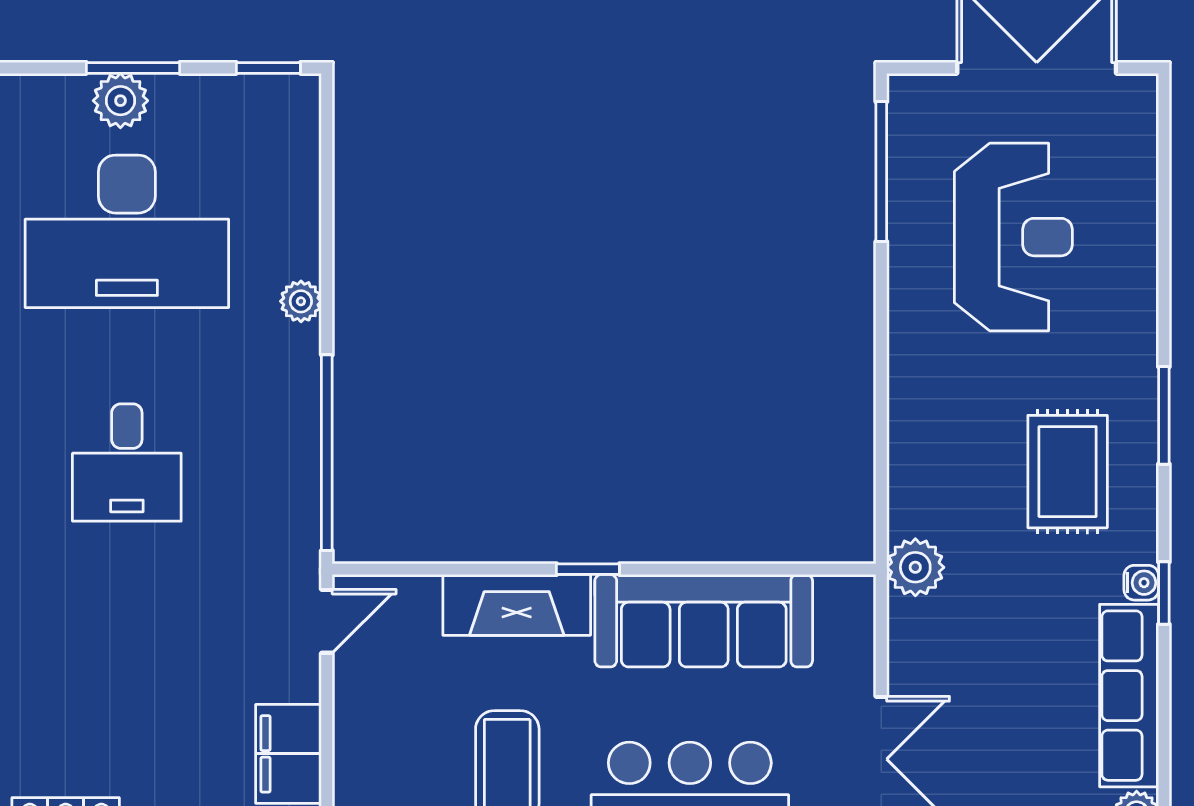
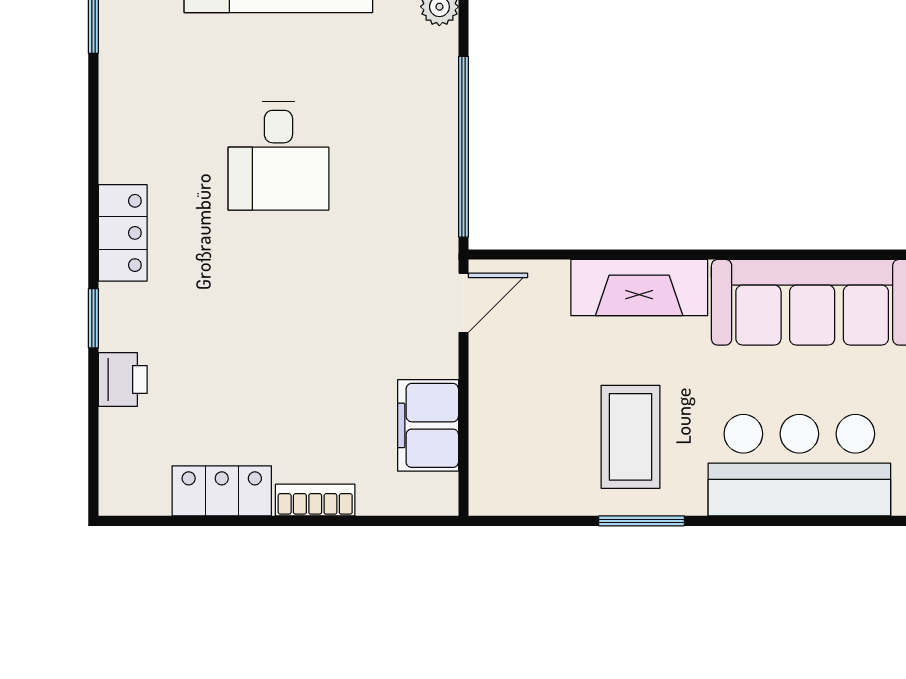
window: (588, 569) -> (705, 255), removed

